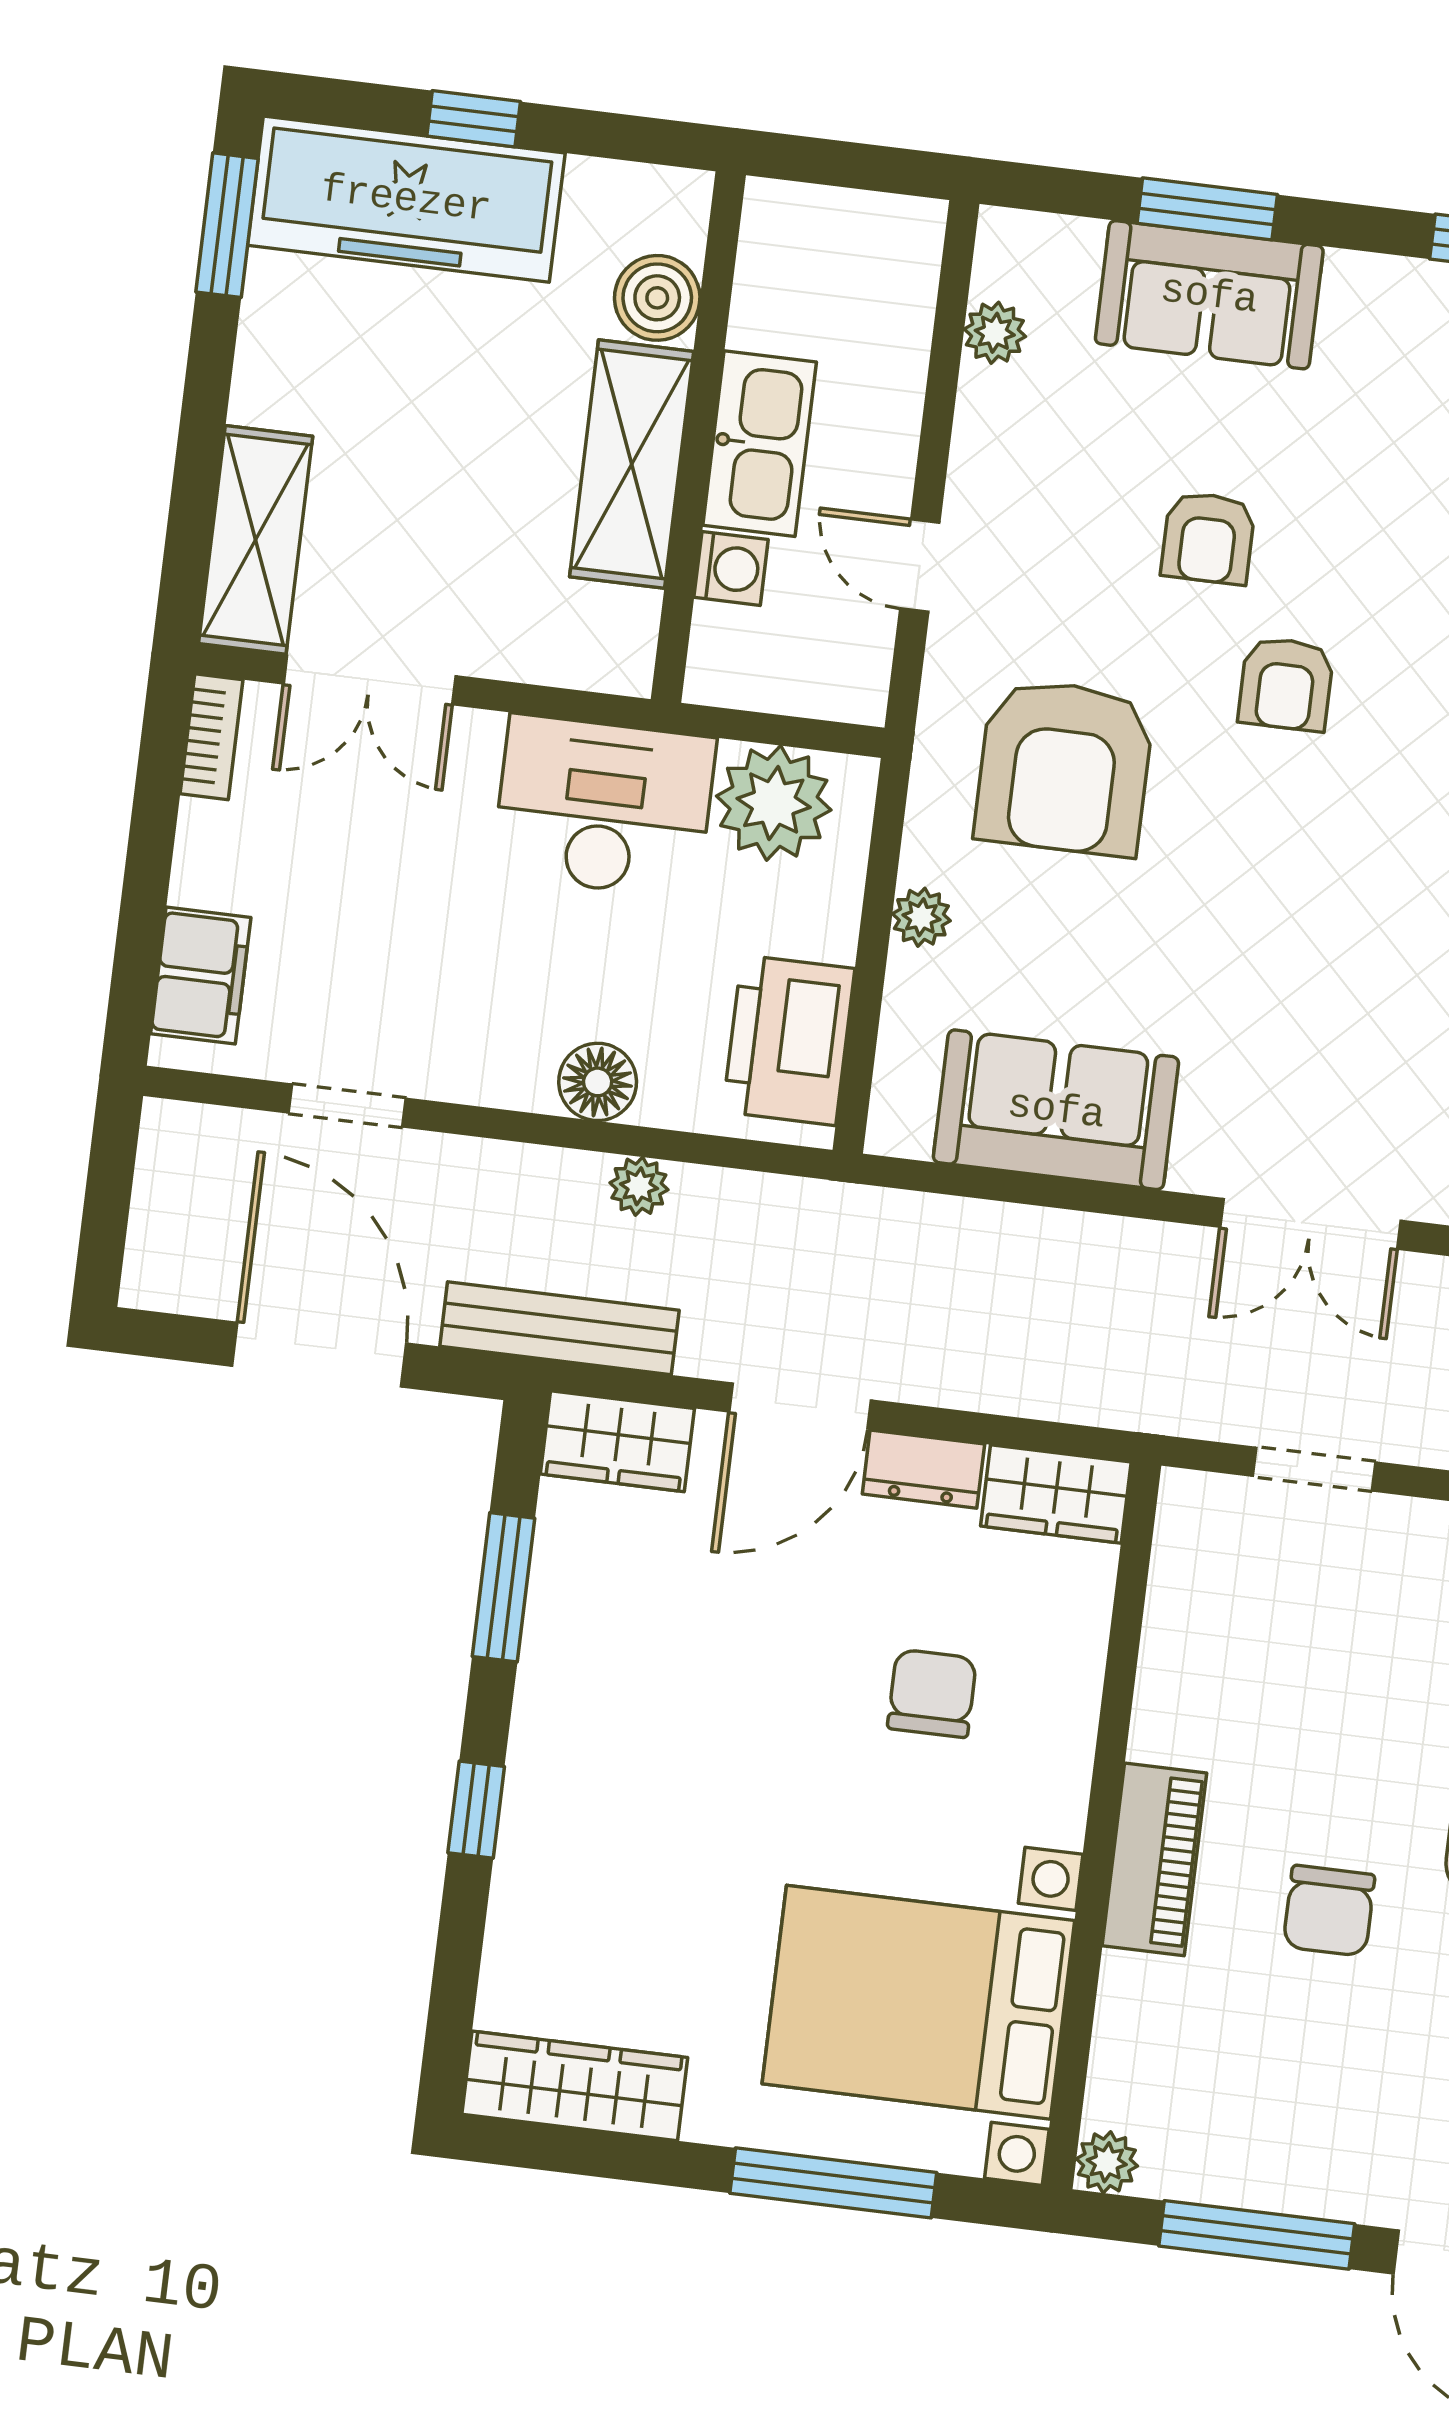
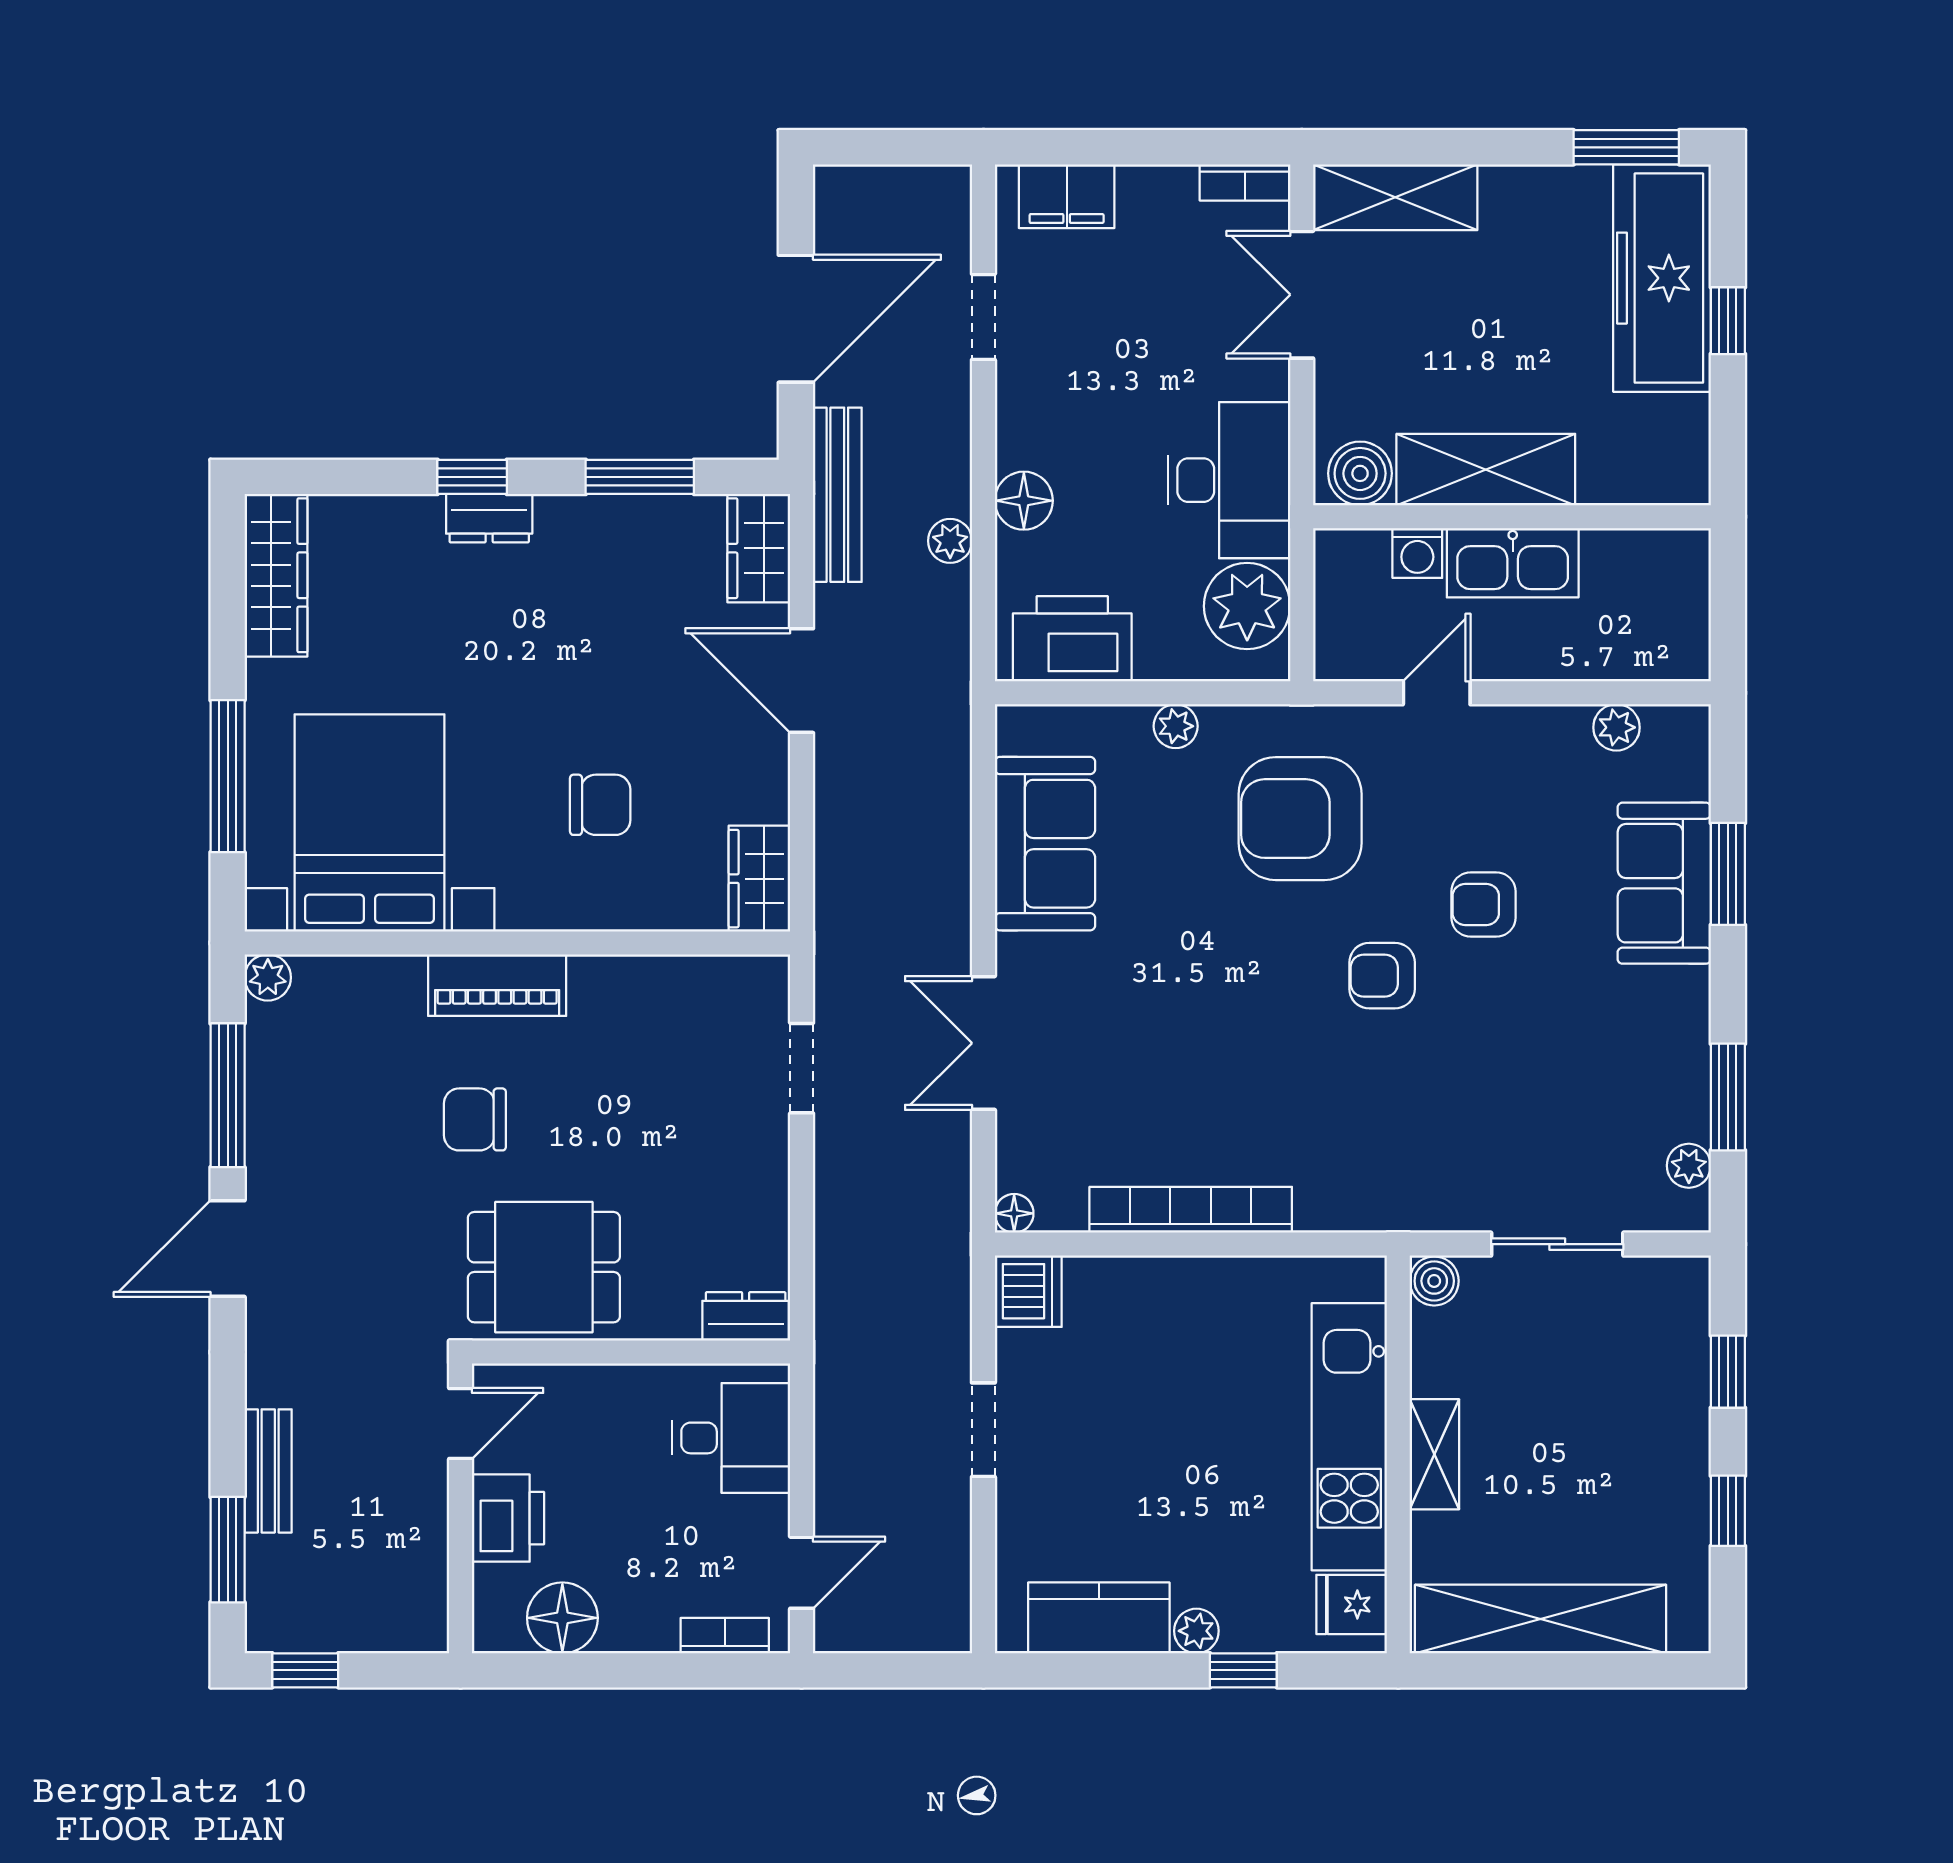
boiler: (657, 298) -> (1360, 473), moved
dresser: (923, 1469) -> (489, 518), moved, turned -90

